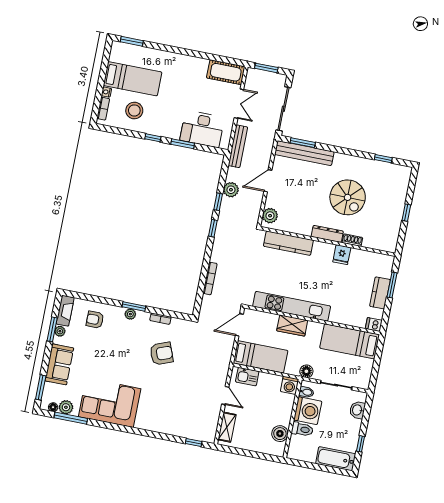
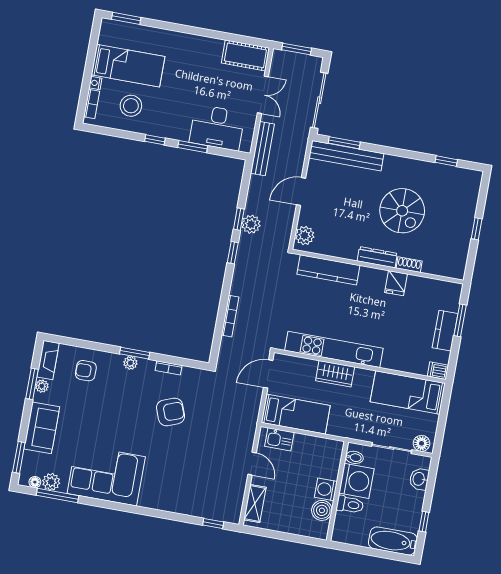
plant: (231, 190) -> (251, 224), moved
floor lamp: (306, 371) -> (422, 443), moved
washing machine: (290, 385) -> (326, 489), moved, turned 90

